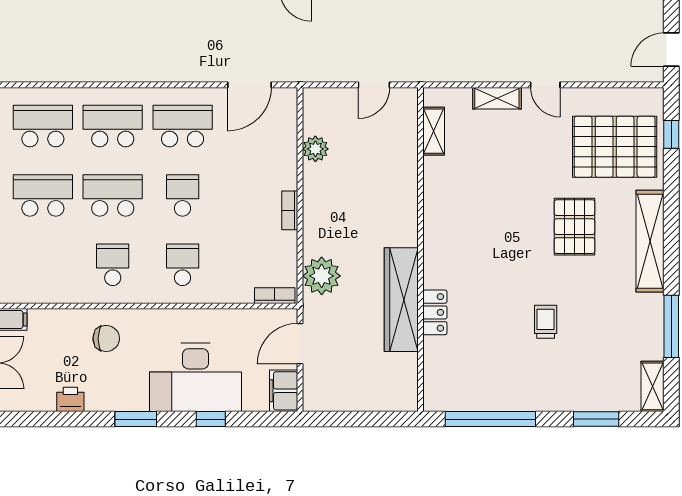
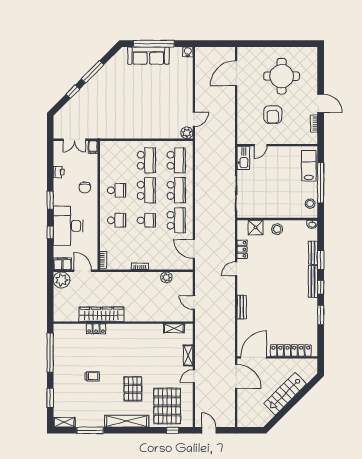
pallet: (575, 227) -> (133, 389), turned 90
plant: (322, 276) -> (62, 280), moved

